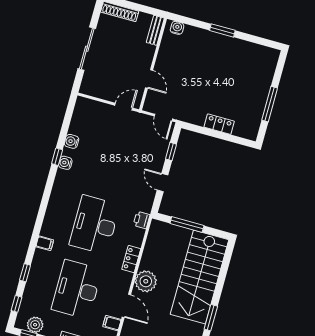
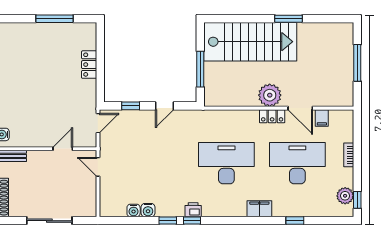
water cooler: (65, 163) -> (134, 210), moved
printer: (142, 220) -> (193, 210), moved, turned 180
desk: (95, 225) -> (226, 163), turned 180
filing cabinet: (45, 243) -> (259, 209), width x2.00
locker: (131, 259) -> (272, 116), moved
desk: (77, 289) -> (297, 163), turned 180
window: (16, 304) -> (192, 221), moved
door: (126, 306) -> (300, 108), swing flipped

